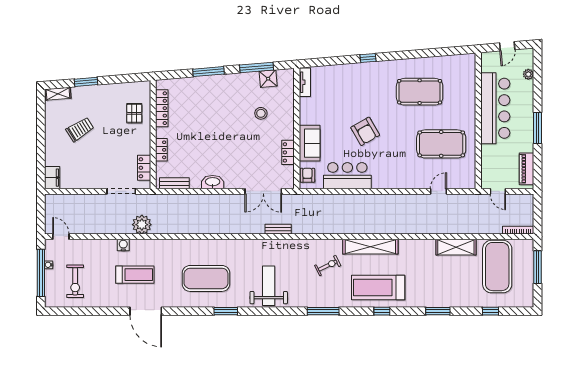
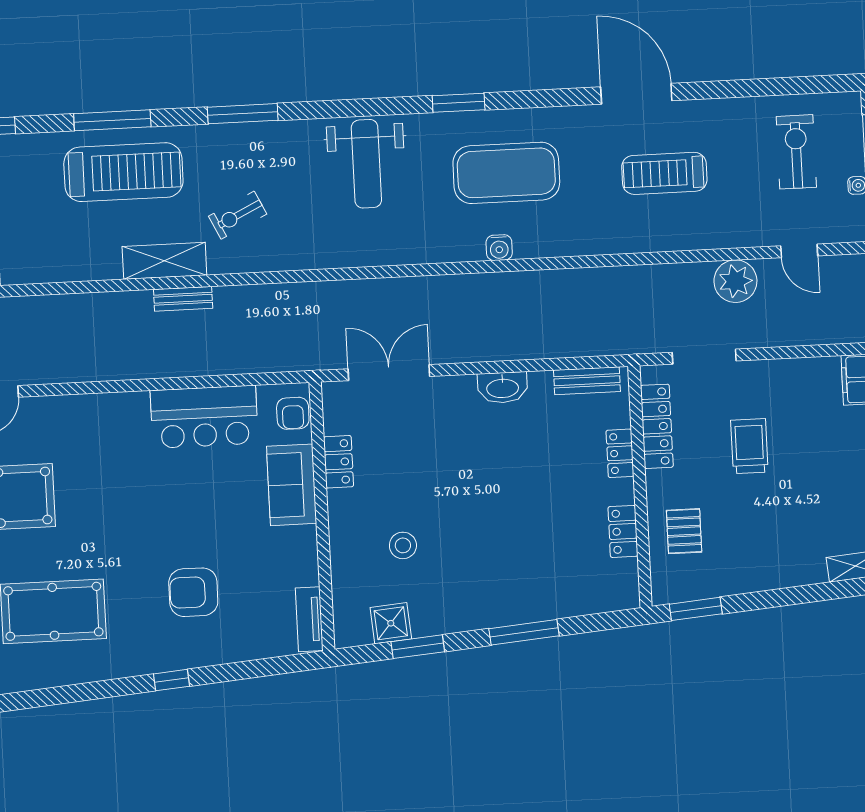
window: (257, 67) -> (418, 647), width x0.69
window: (86, 82) -> (696, 609), moved
locker: (162, 108) -> (623, 531), width x0.66
trolley: (80, 129) -> (749, 446), moved, turned 122
armchair: (365, 131) -> (193, 592), moved, turned -60
locker: (144, 168) -> (657, 426), width x1.53
plant: (142, 225) -> (735, 281), moved
bench: (278, 229) -> (183, 299), moved
door: (61, 237) -> (799, 251), moved
water cooler: (123, 245) -> (499, 248), moved
shelving: (370, 247) -> (164, 261), width x0.68
window: (382, 311) -> (112, 120), width x2.17

